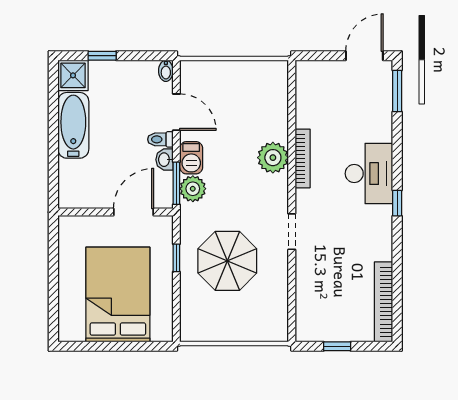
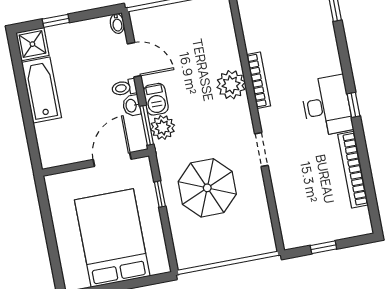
desk: (369, 174) -> (327, 106), moved
bookcase: (384, 302) -> (353, 170), moved

